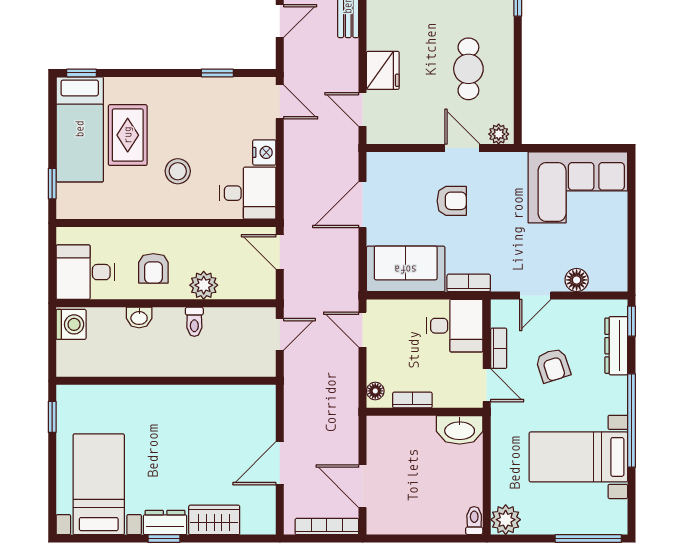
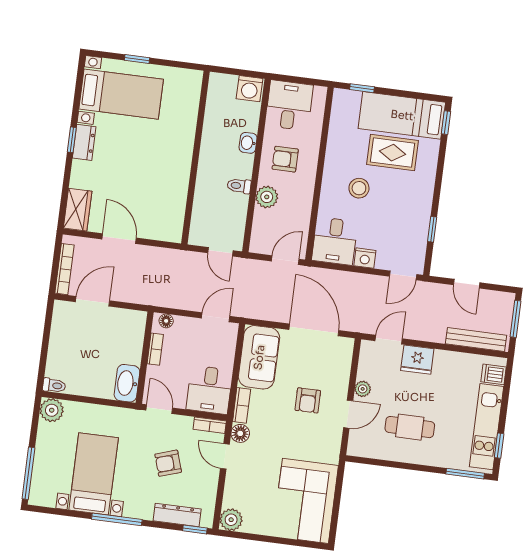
plant: (499, 134) -> (363, 389), moved
door: (363, 205) -> (314, 330), width x1.36
plant: (614, 277) -> (231, 520), added
floor lamp: (577, 280) -> (240, 433), moved
bookcase: (499, 348) -> (210, 425), moved
door: (487, 385) -> (159, 409), swing flipped
window: (52, 417) -> (137, 59), moved
window: (632, 421) -> (117, 519), width x0.68
wardrobe: (214, 520) -> (78, 210), moved

